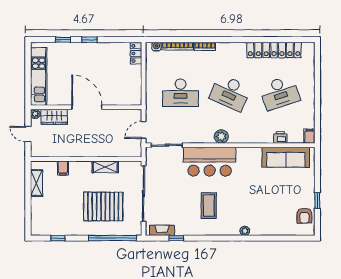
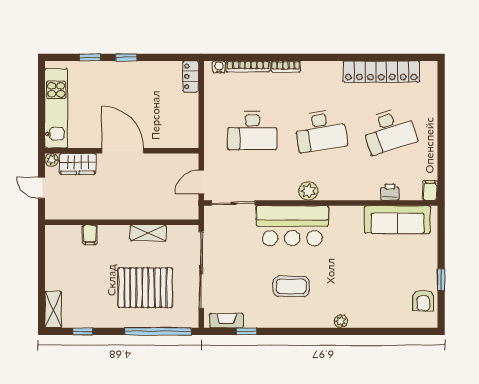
desk: (230, 93) -> (321, 131), turned -33
shelving: (36, 183) -> (53, 309), moved
coffee table: (209, 206) -> (291, 286), turned 90

